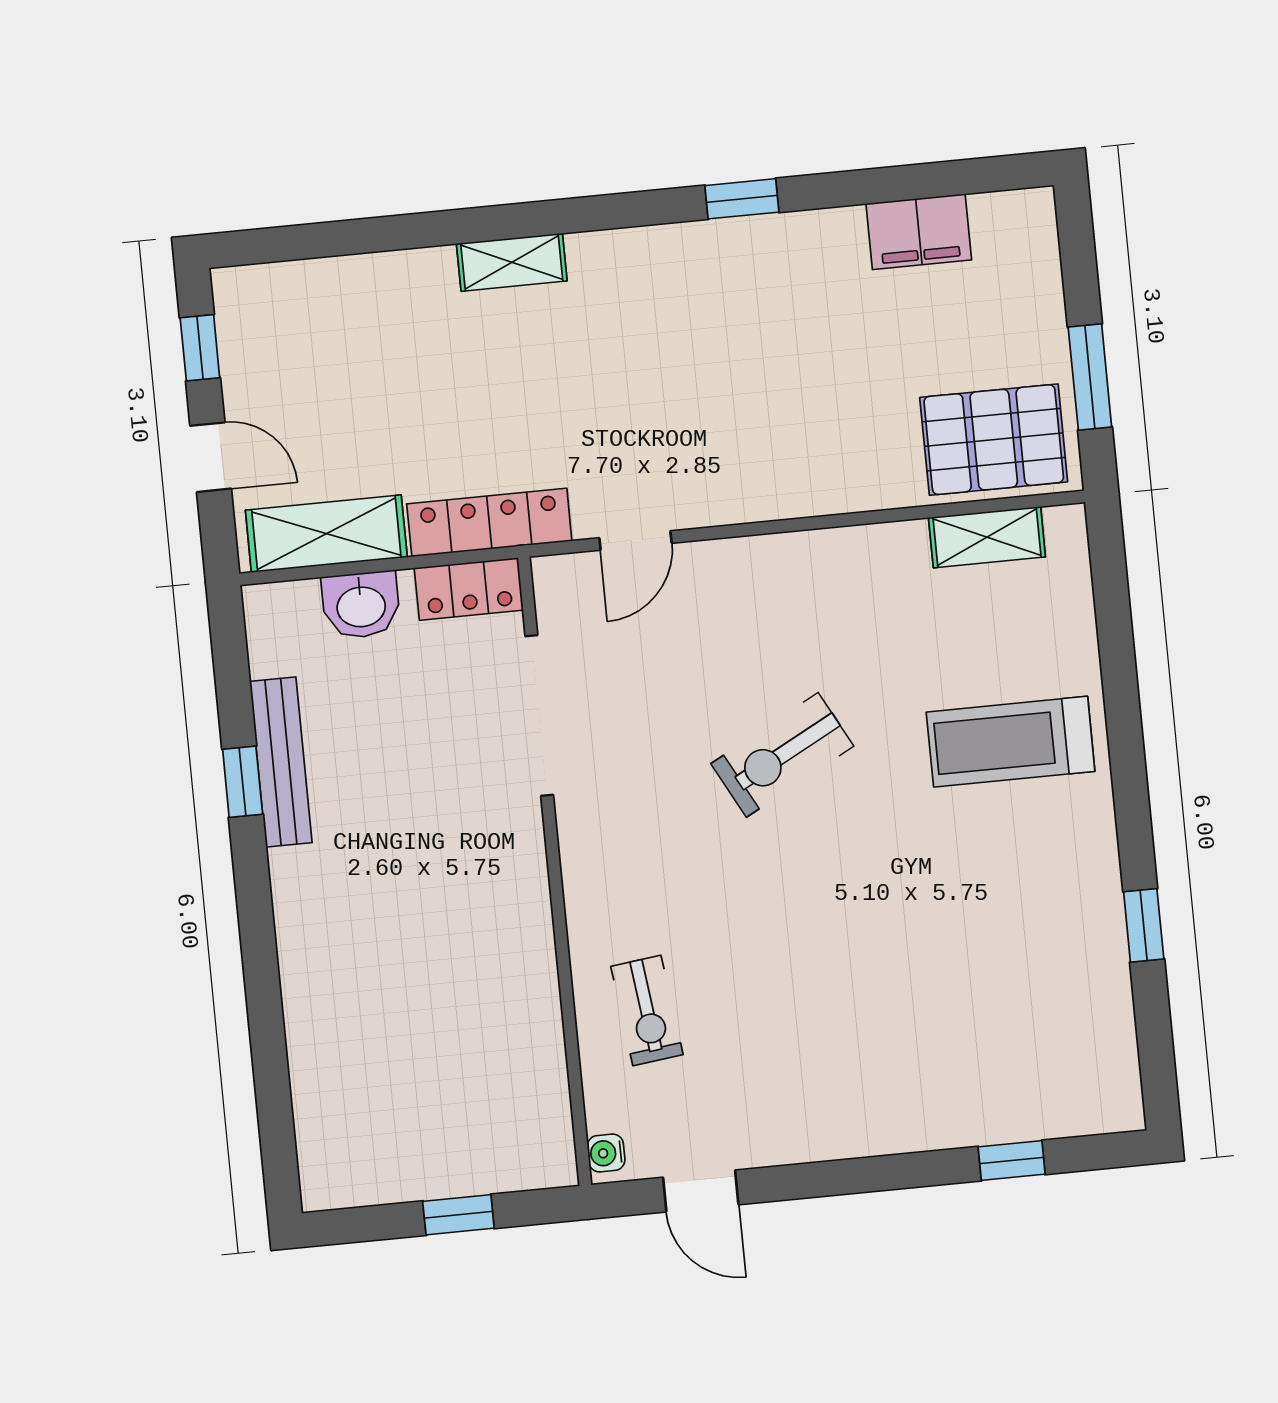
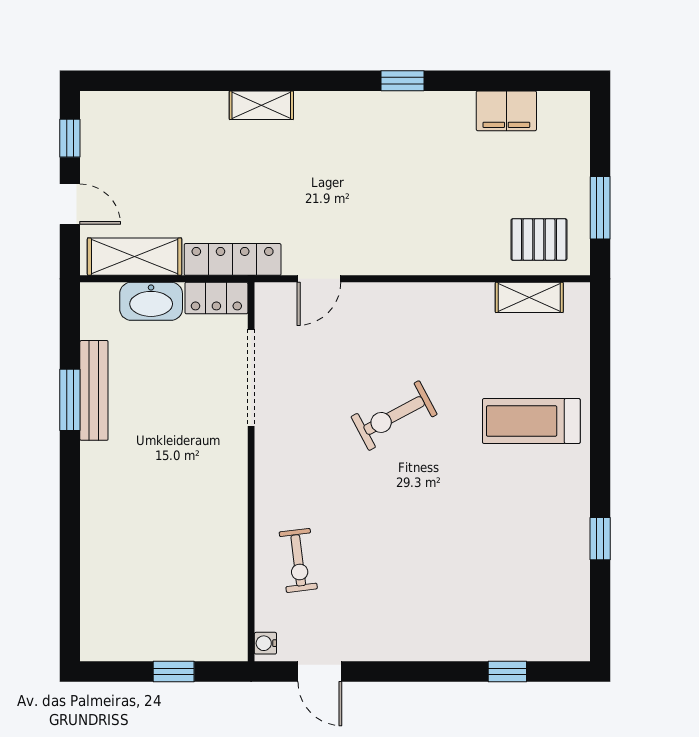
pallet: (994, 440) -> (539, 239), width x0.67, depth x0.71
washbasin: (361, 605) -> (151, 301), width x1.38
window: (243, 782) -> (70, 400), width x1.50

